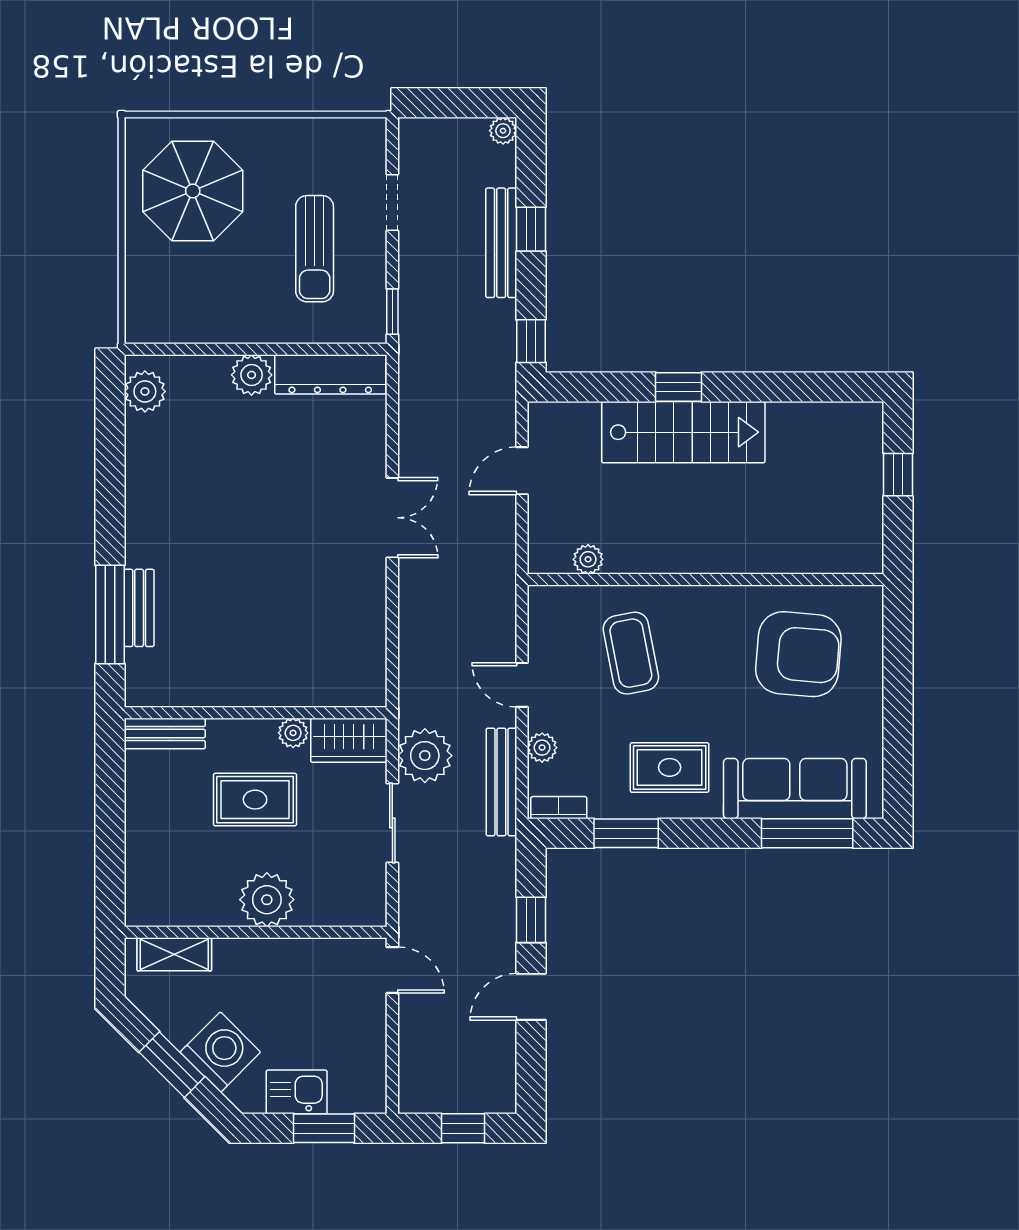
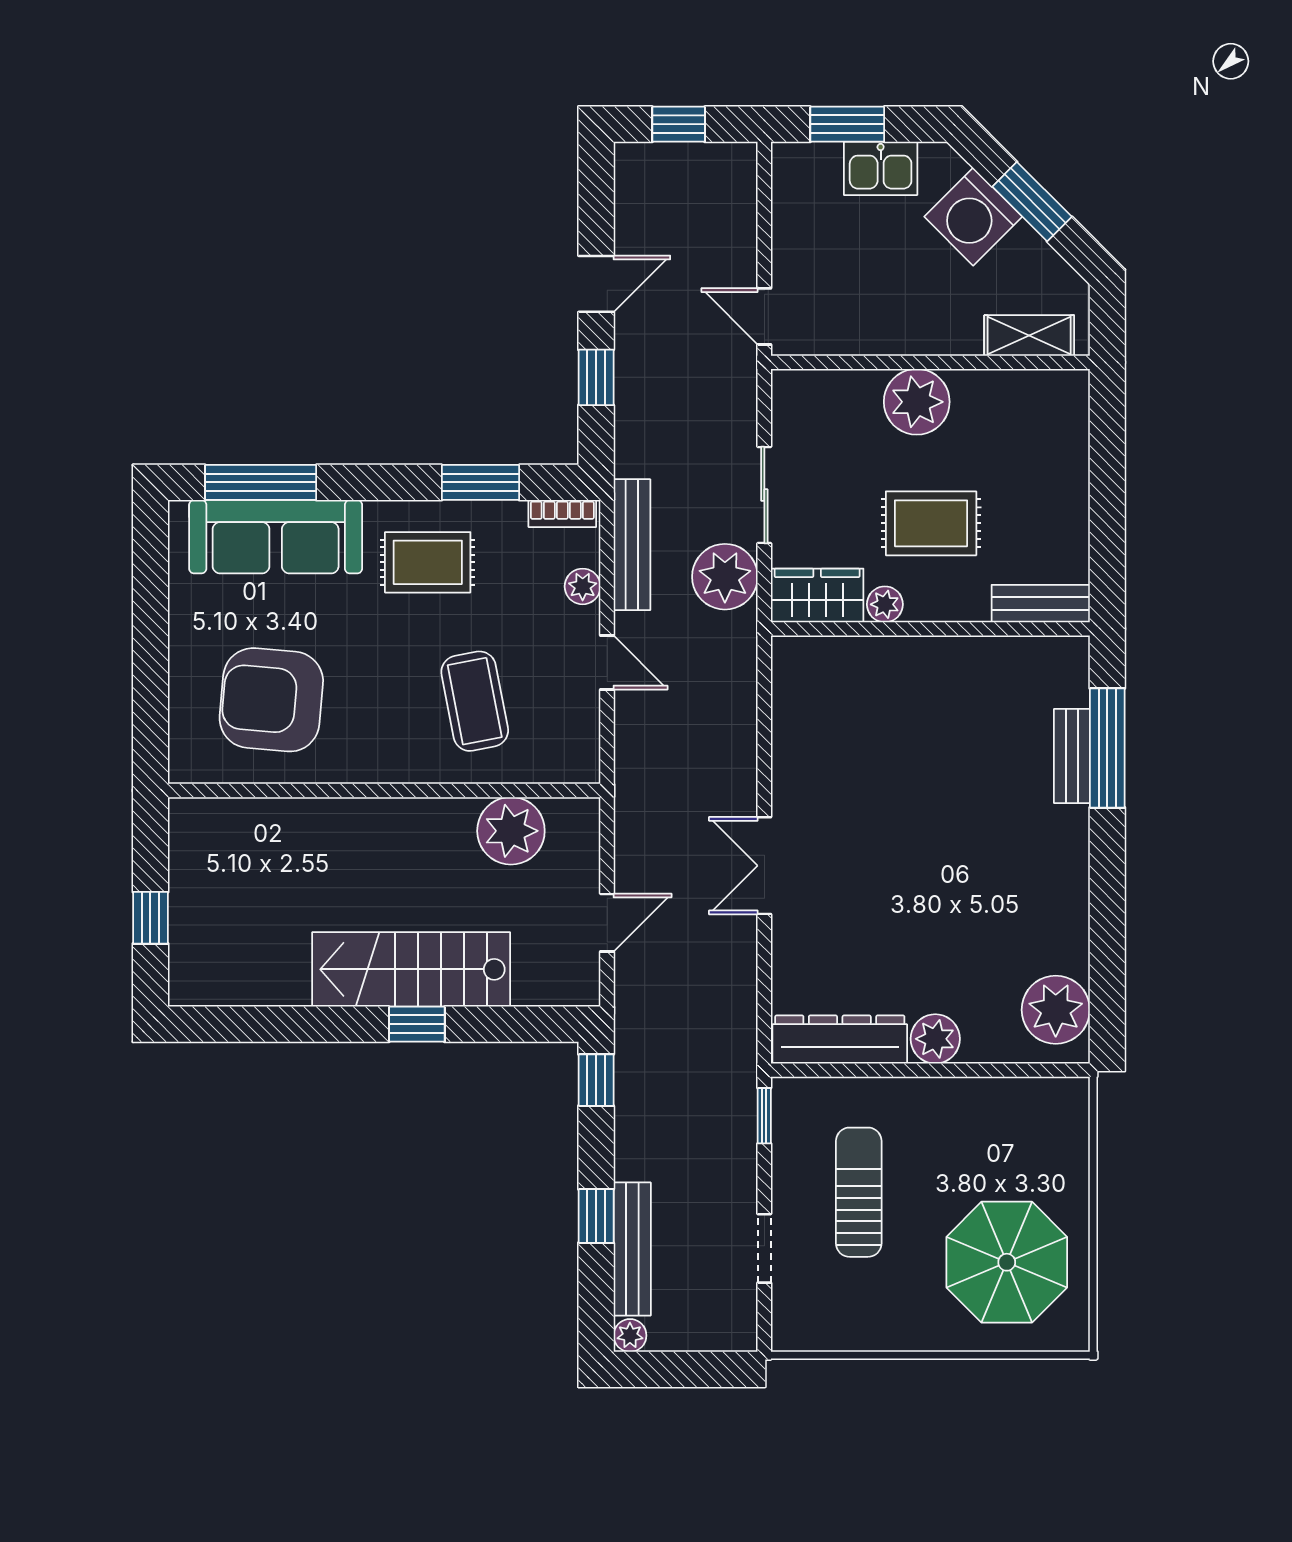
bench: (501, 243) -> (632, 1249), moved
plant: (145, 391) -> (1056, 1010), width x1.36, depth x1.36
plant: (588, 559) -> (511, 831), width x1.87, depth x1.87

